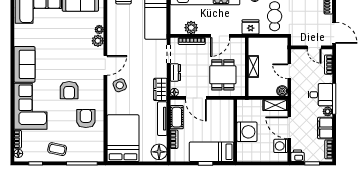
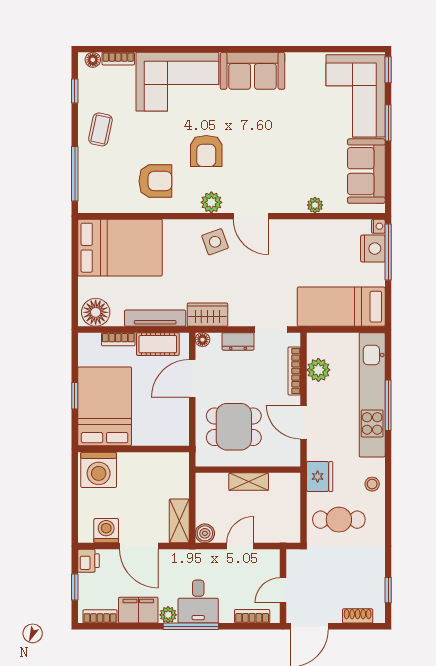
plant: (98, 41) -> (211, 202), moved
armchair: (69, 90) -> (206, 151), turned -90
door: (289, 128) -> (139, 546), swing flipped
washing machine: (247, 132) -> (99, 470), moved
bed: (211, 152) -> (105, 406), width x1.50

